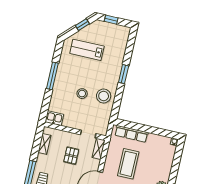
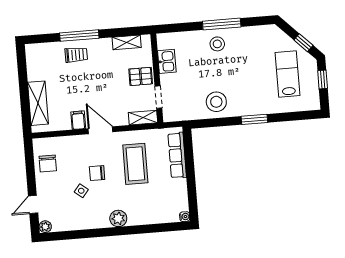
lab bench: (87, 50) -> (288, 74), moved
stool: (82, 94) -> (217, 44), moved
kitchen sink: (54, 118) -> (167, 61), moved
pallet: (71, 156) -> (141, 76), moved
coffee table: (128, 164) -> (135, 164), turned 90

